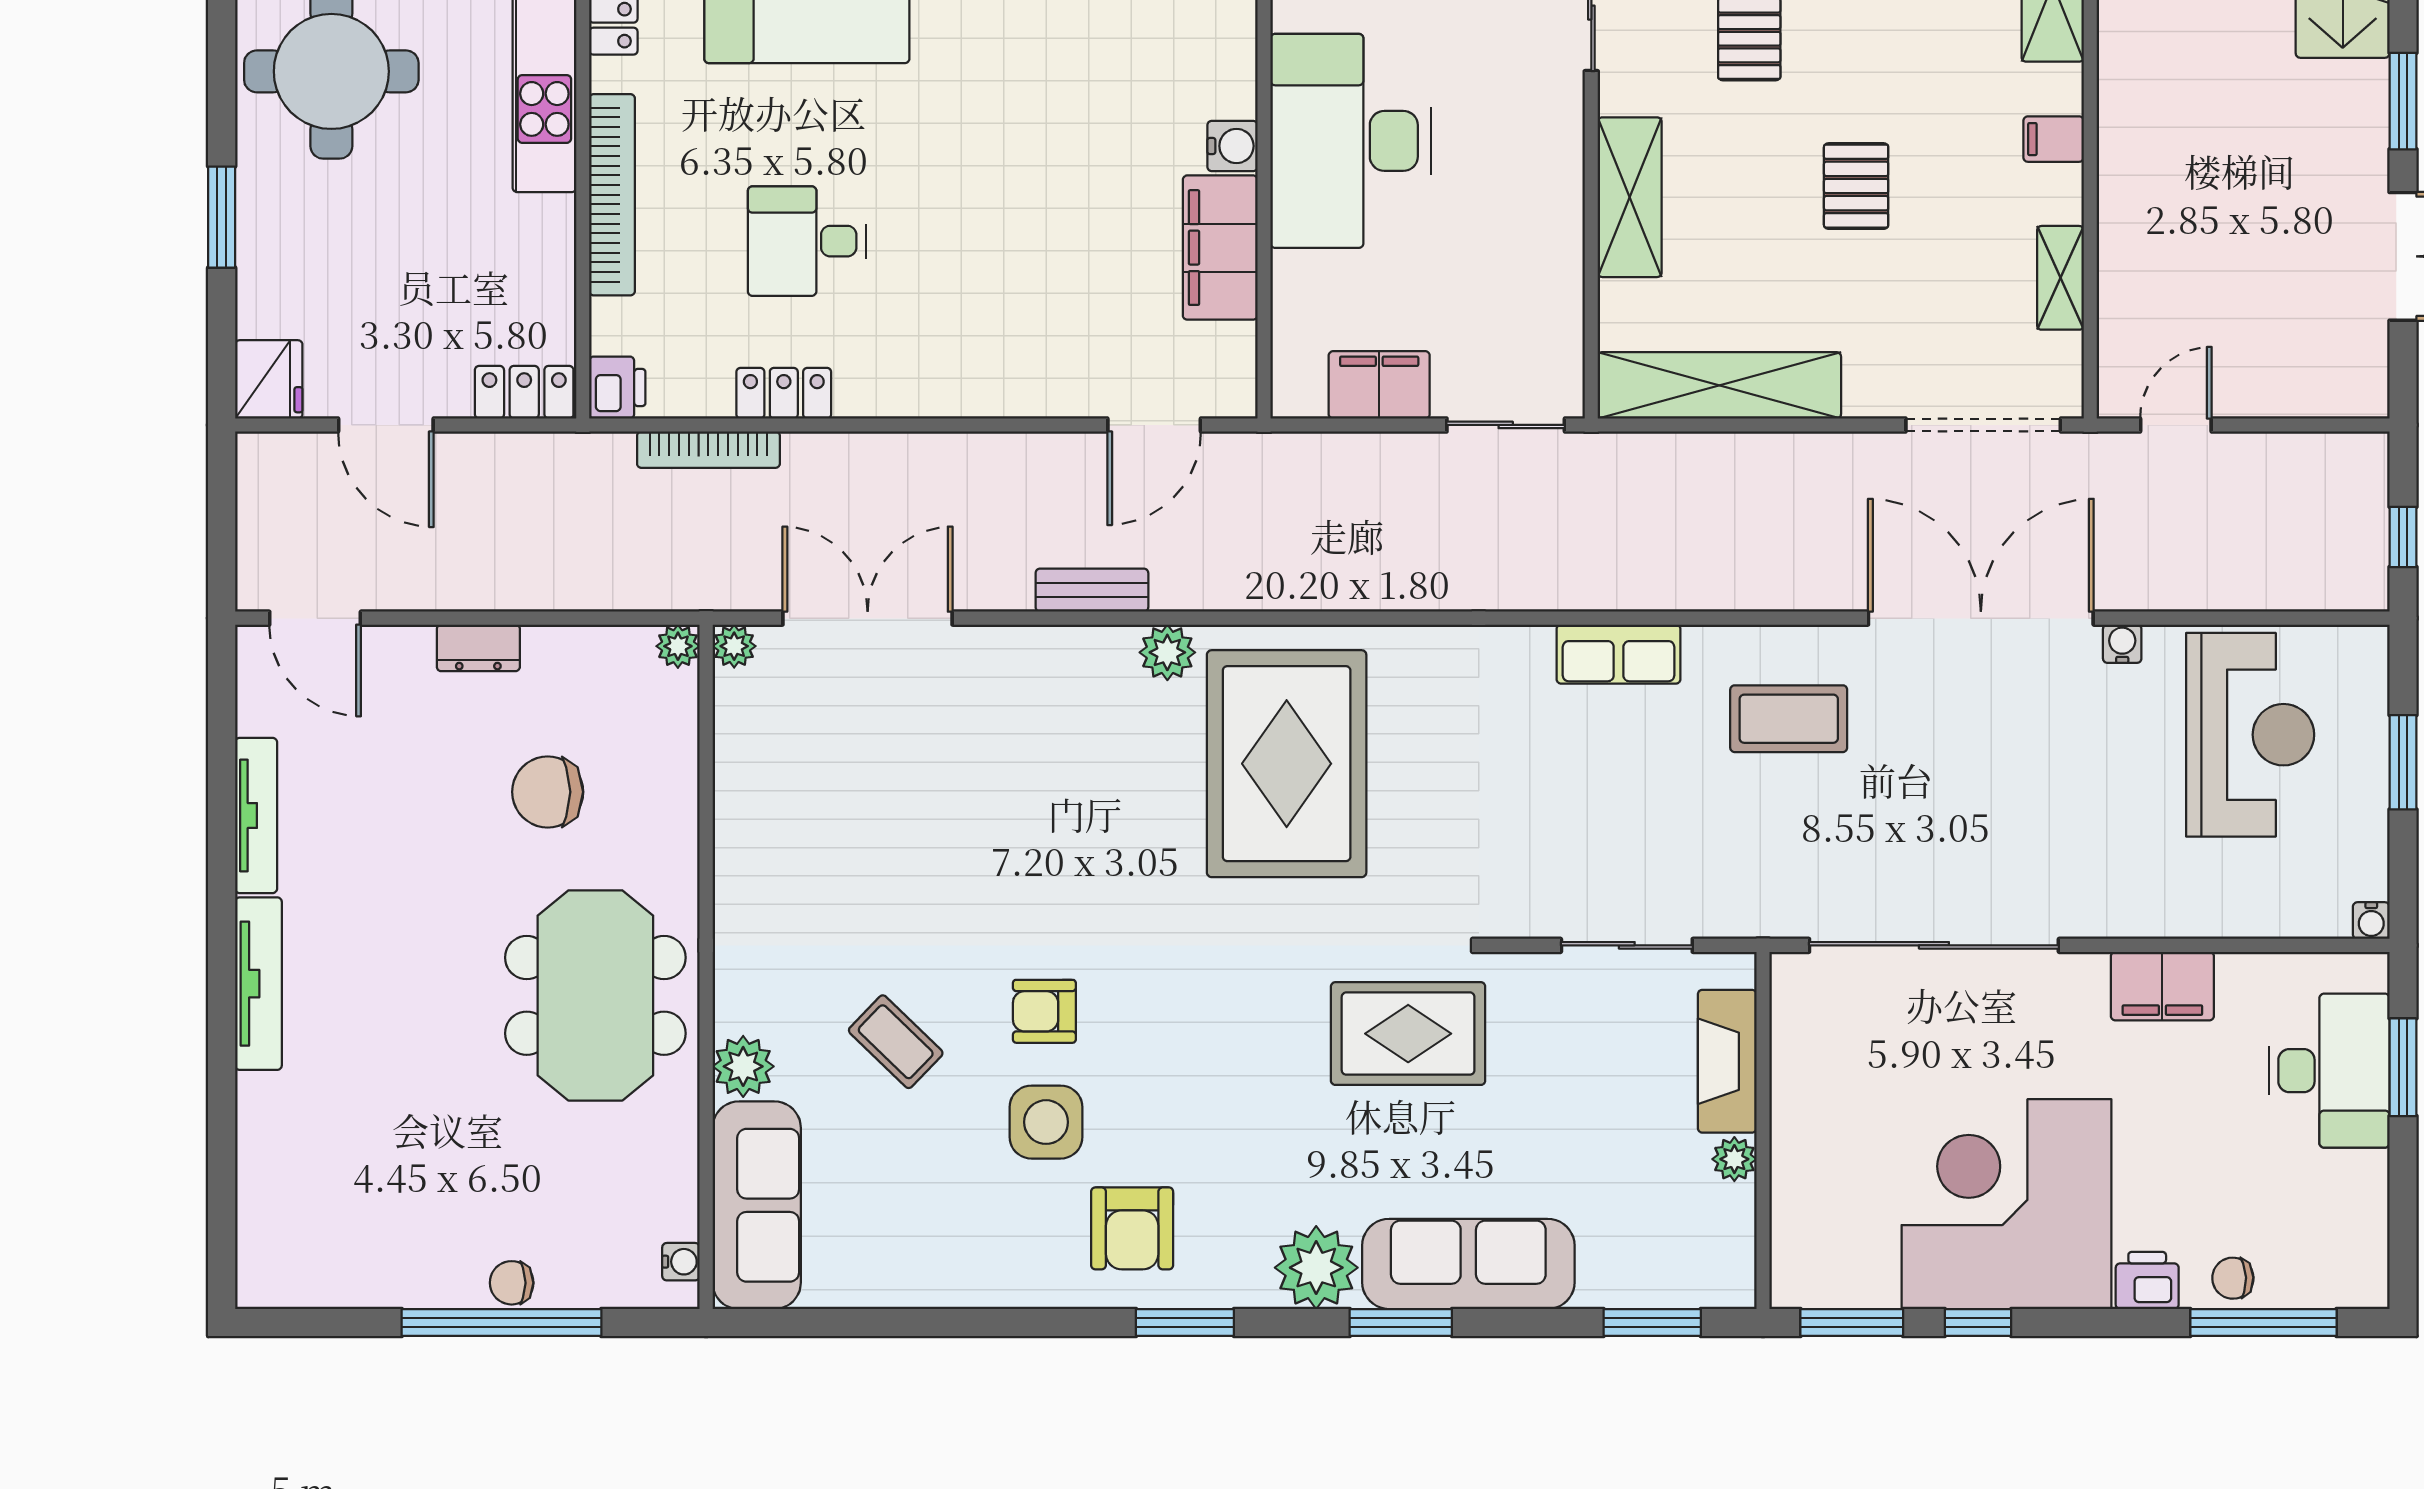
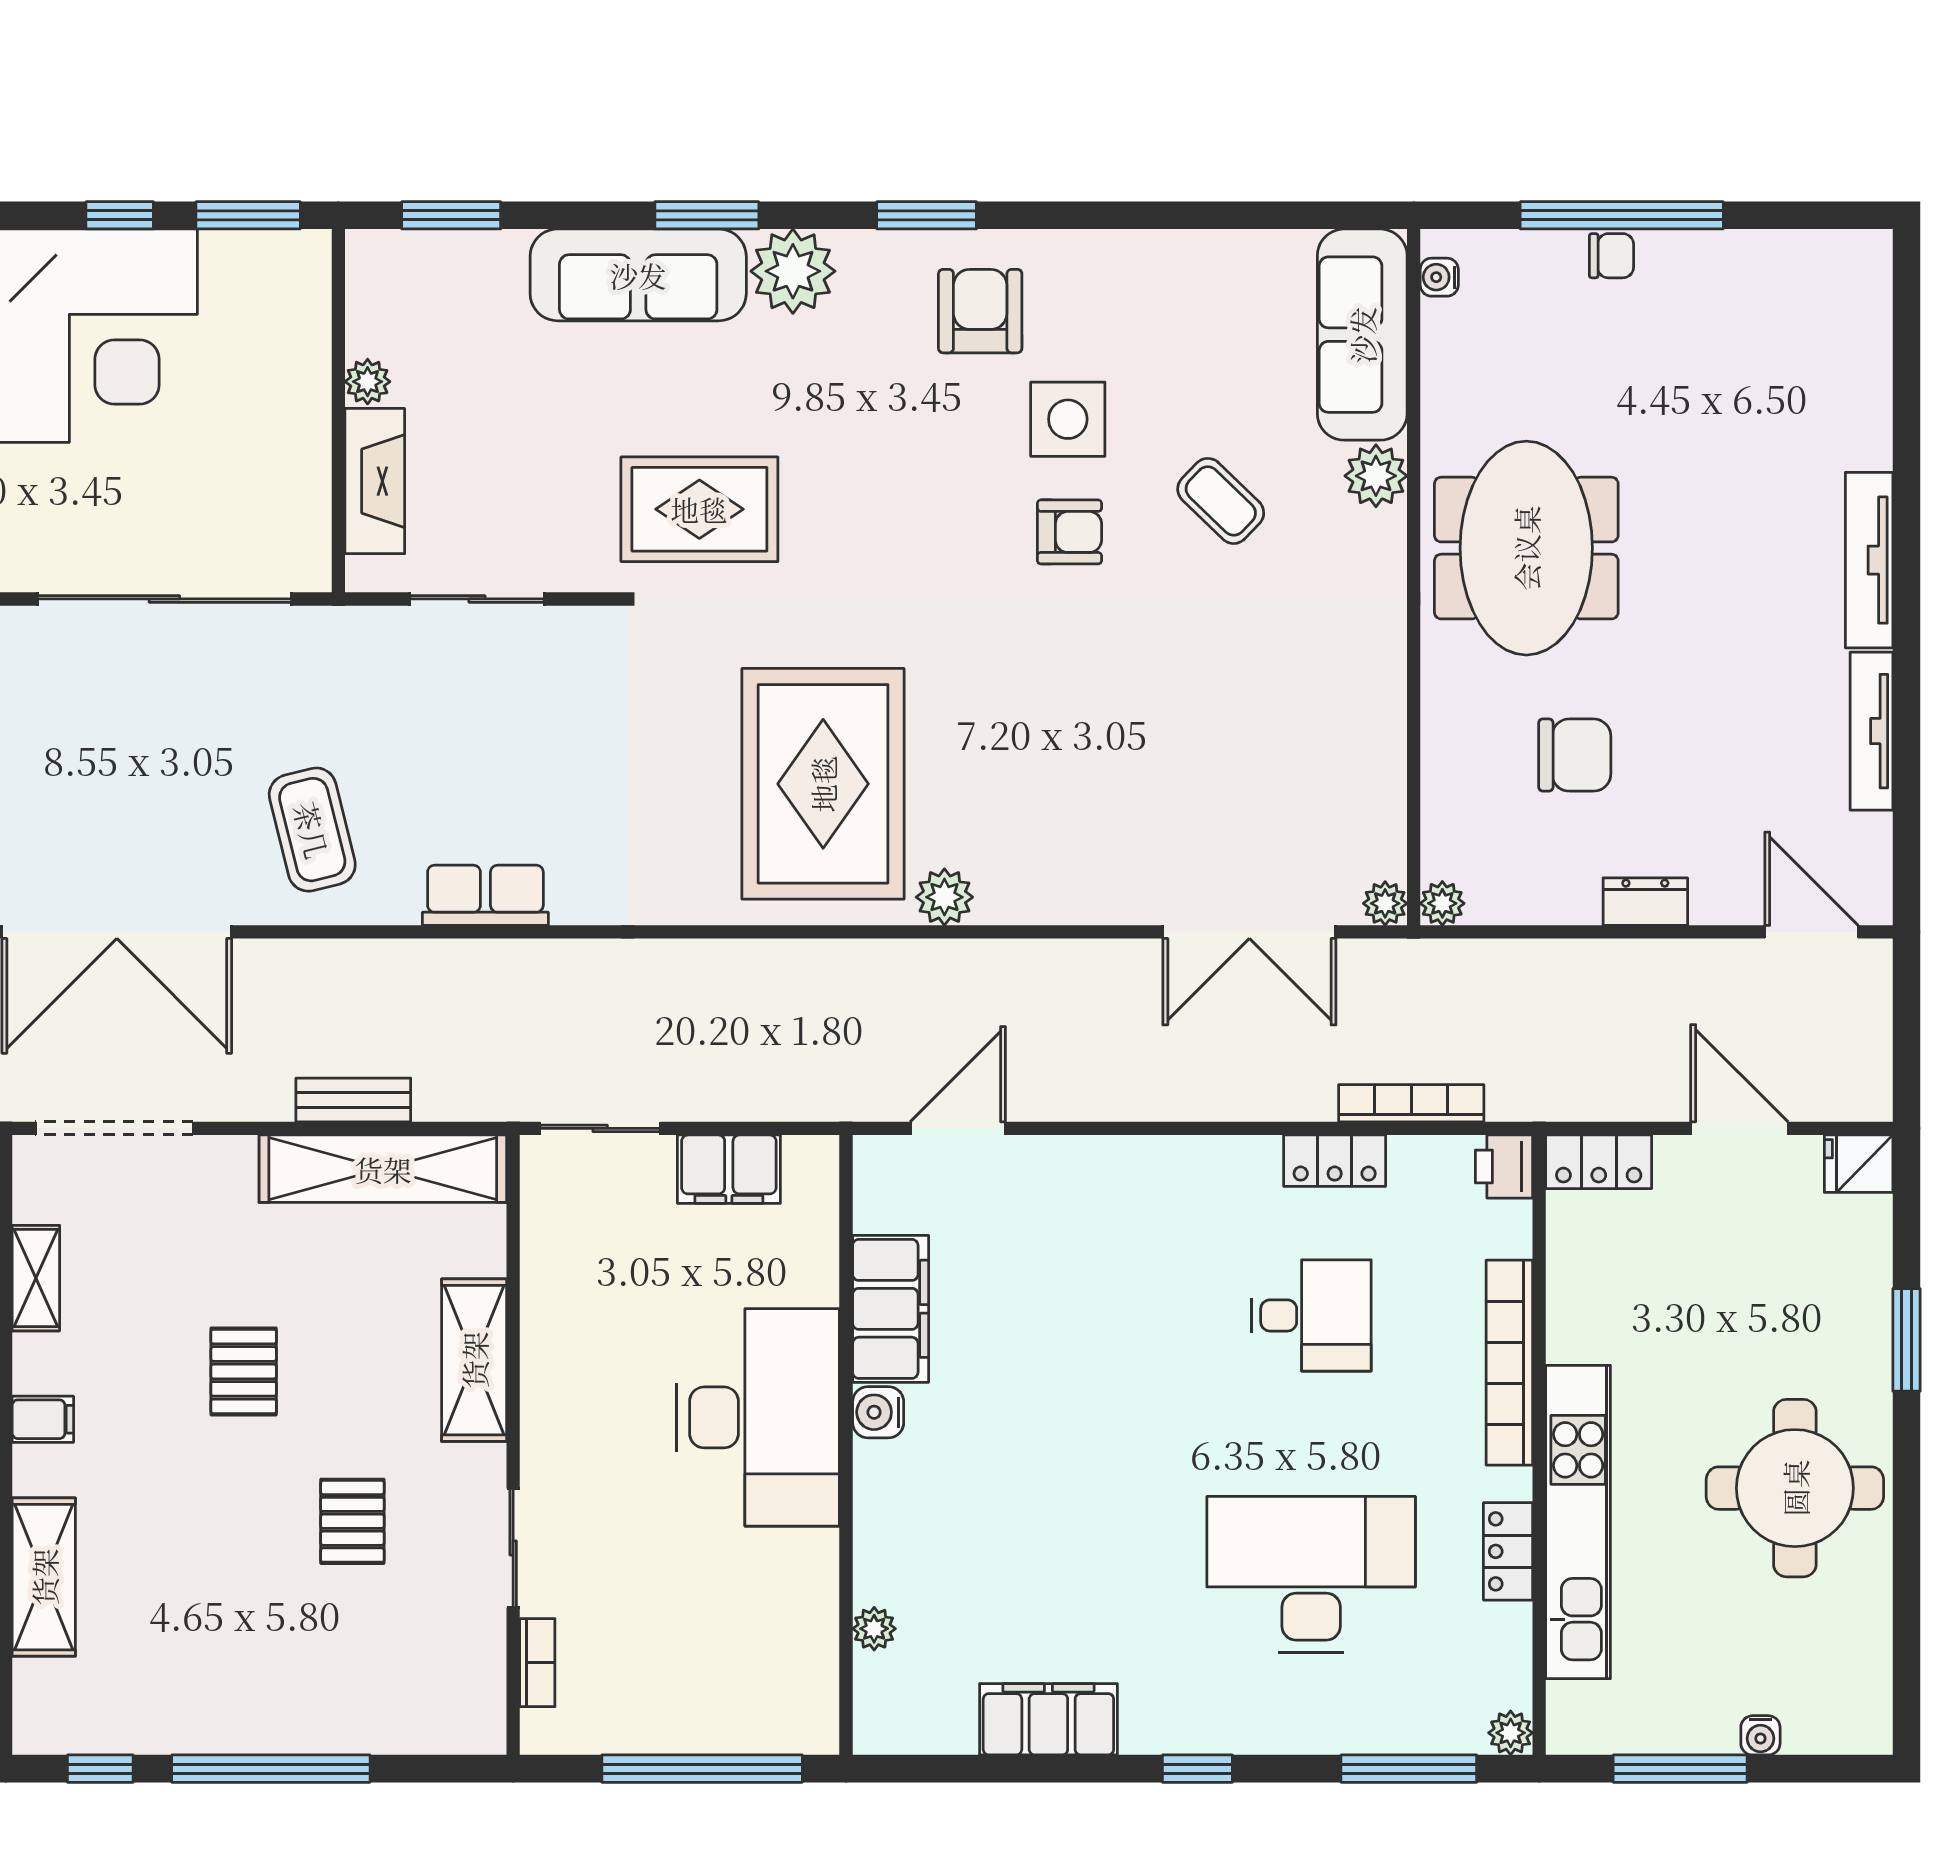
fridge: (269, 379) -> (1859, 1164), width x0.72
bench: (1092, 590) -> (353, 1100), moved
coffee table: (1789, 719) -> (312, 830), turned 76

